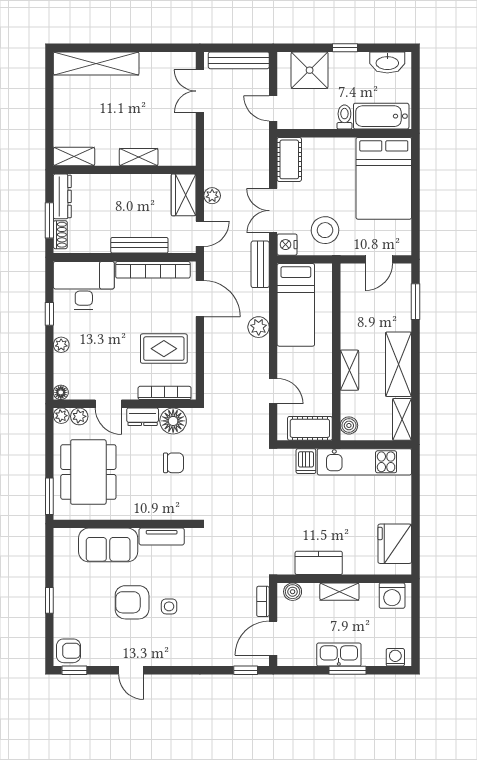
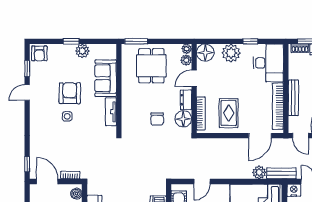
plant: (259, 327) -> (259, 172), moved
plant: (61, 345) -> (231, 53), width x1.87, depth x1.87
floor lamp: (61, 392) -> (205, 53), width x1.89, depth x1.89
dining table: (88, 472) -> (151, 66), width x0.73
plant: (65, 582) -> (82, 51), added
window: (74, 670) -> (27, 68), moved

